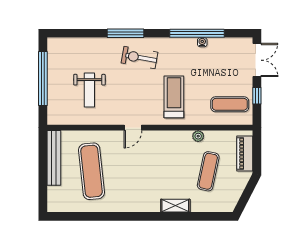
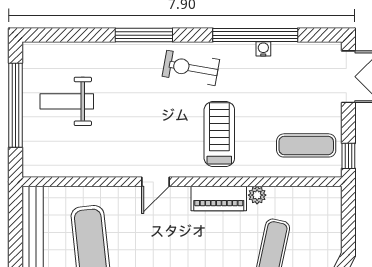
exercise bike: (139, 58) -> (191, 68), moved
weight bench: (89, 90) -> (67, 101), moved, turned 90
window: (257, 96) -> (348, 156), moved
piano: (245, 154) -> (219, 198), moved, turned -90

